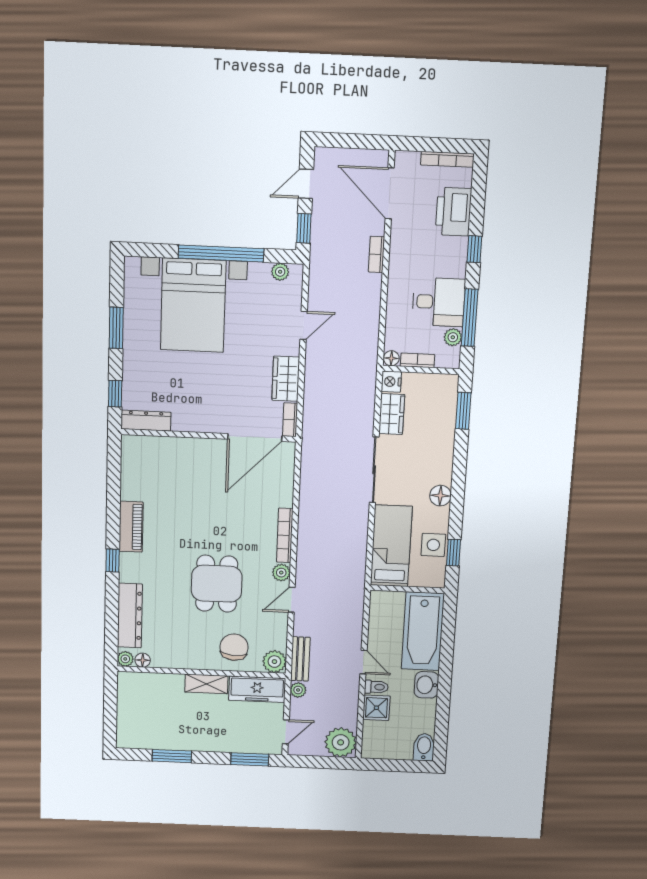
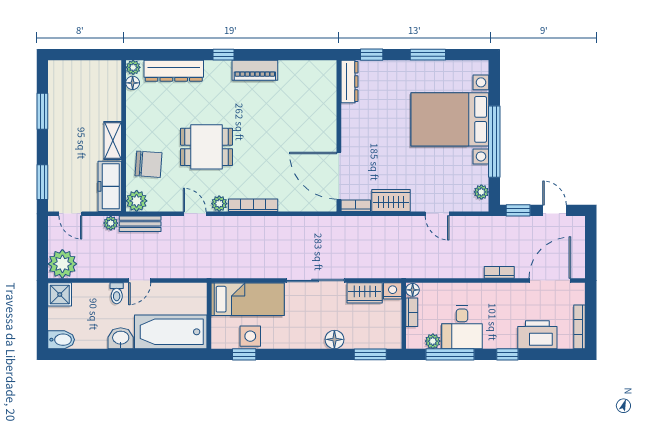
floor lamp: (440, 496) -> (334, 339), moved
shower: (376, 708) -> (60, 294), moved

